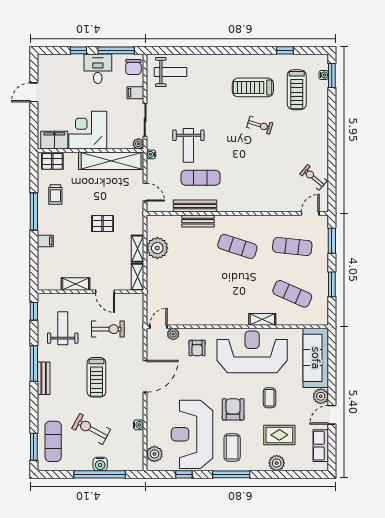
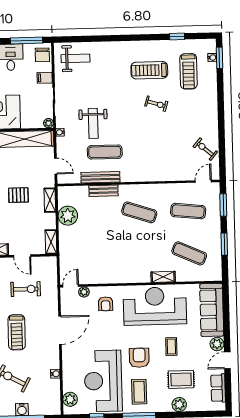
shelving: (138, 249) -> (50, 200), moved

